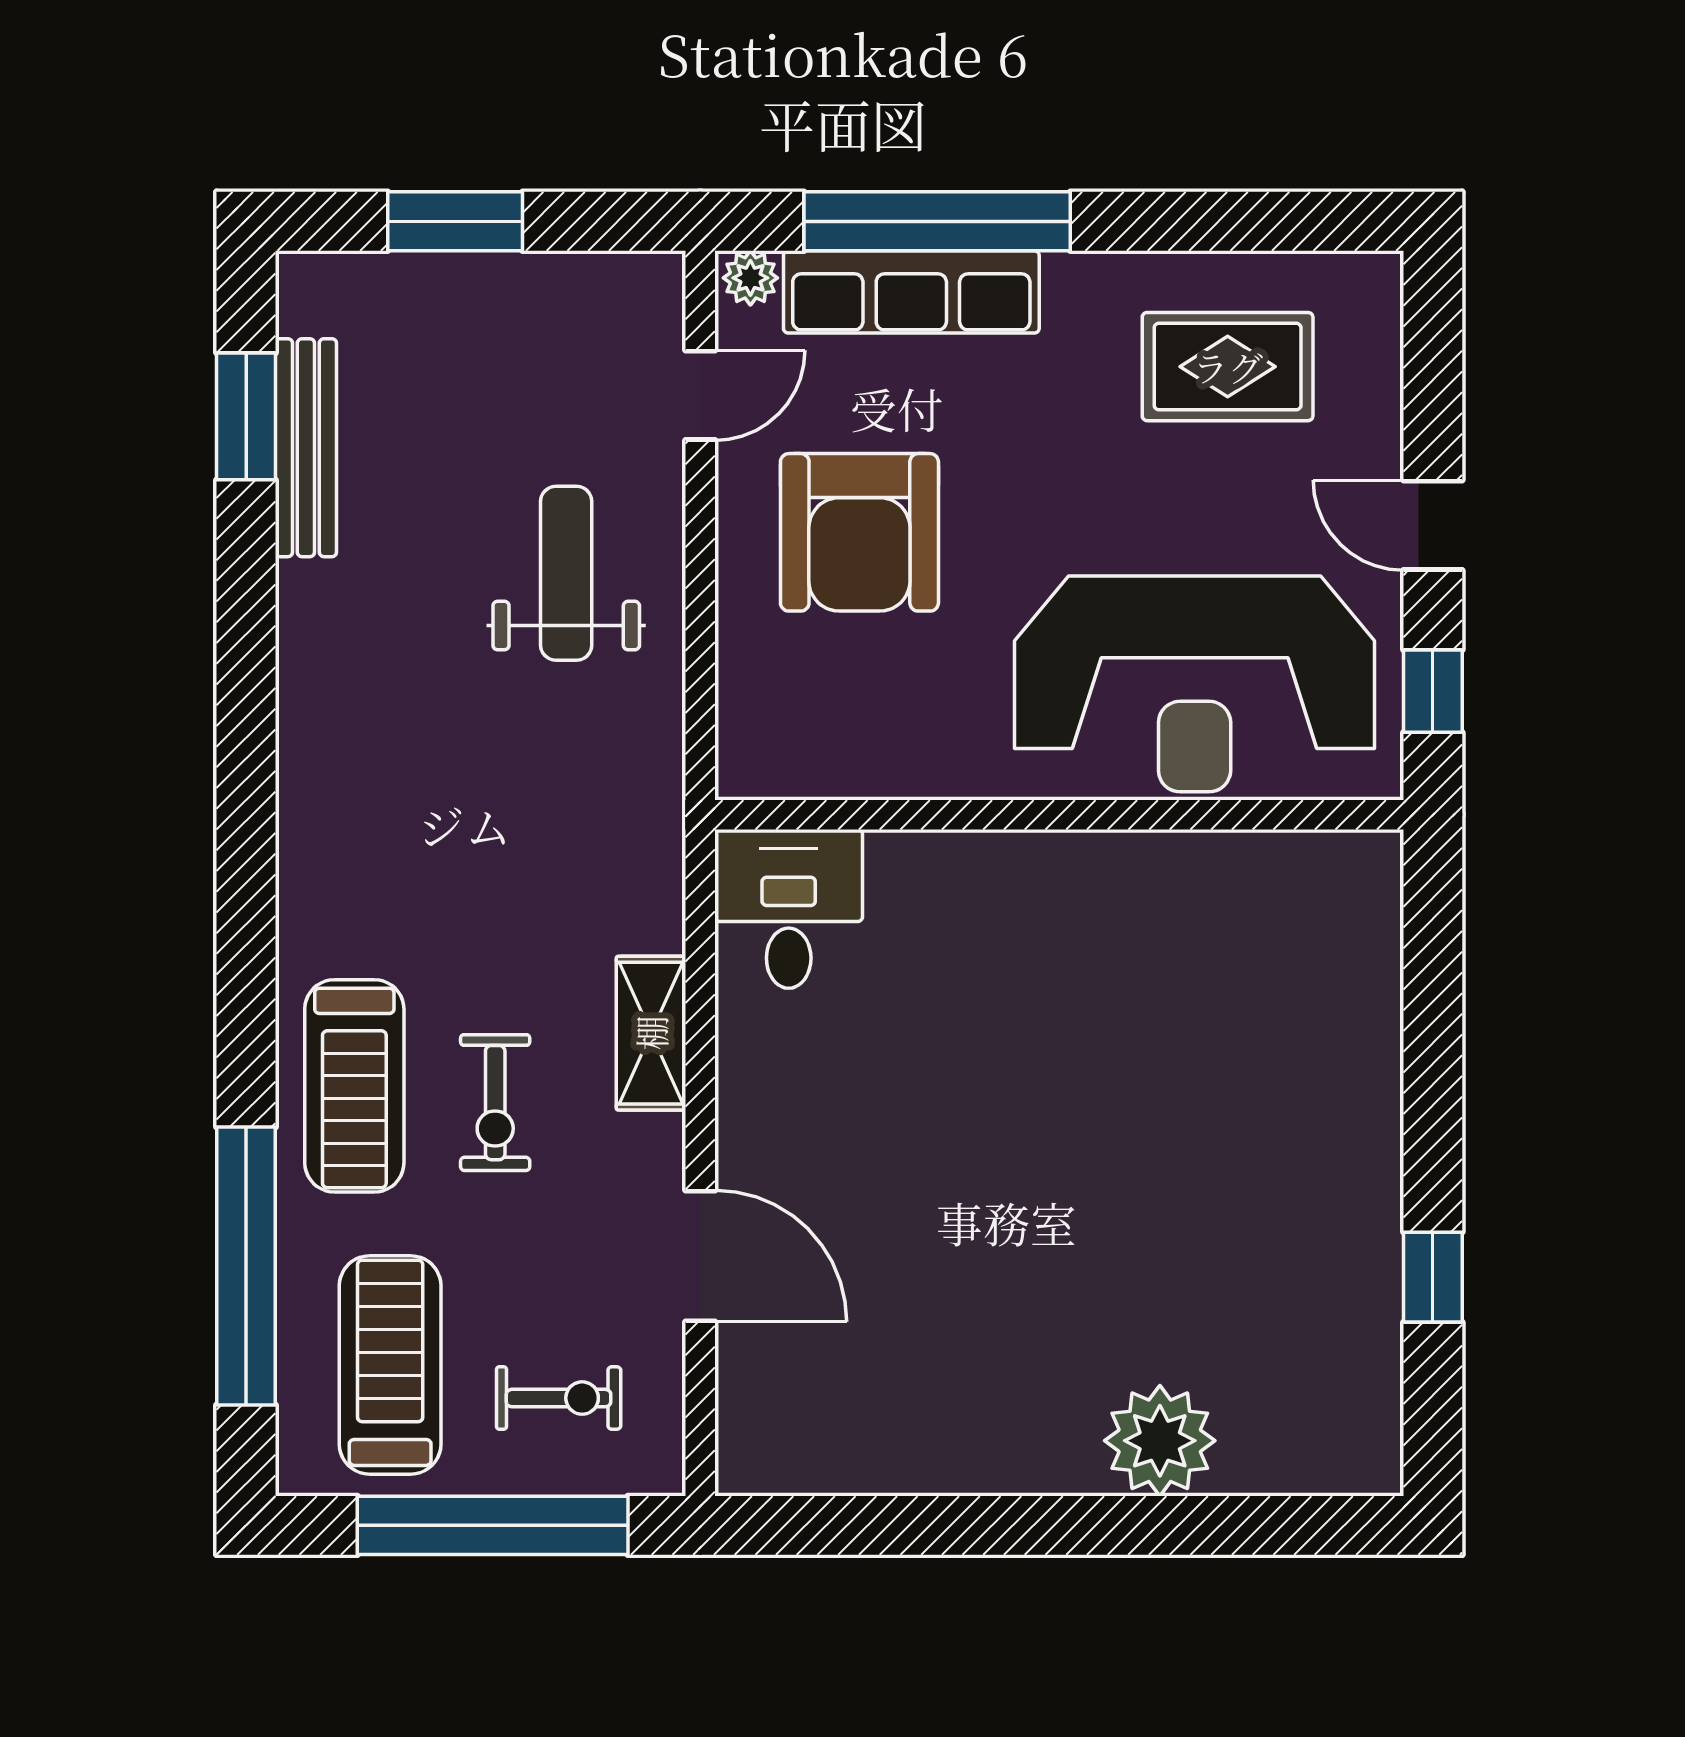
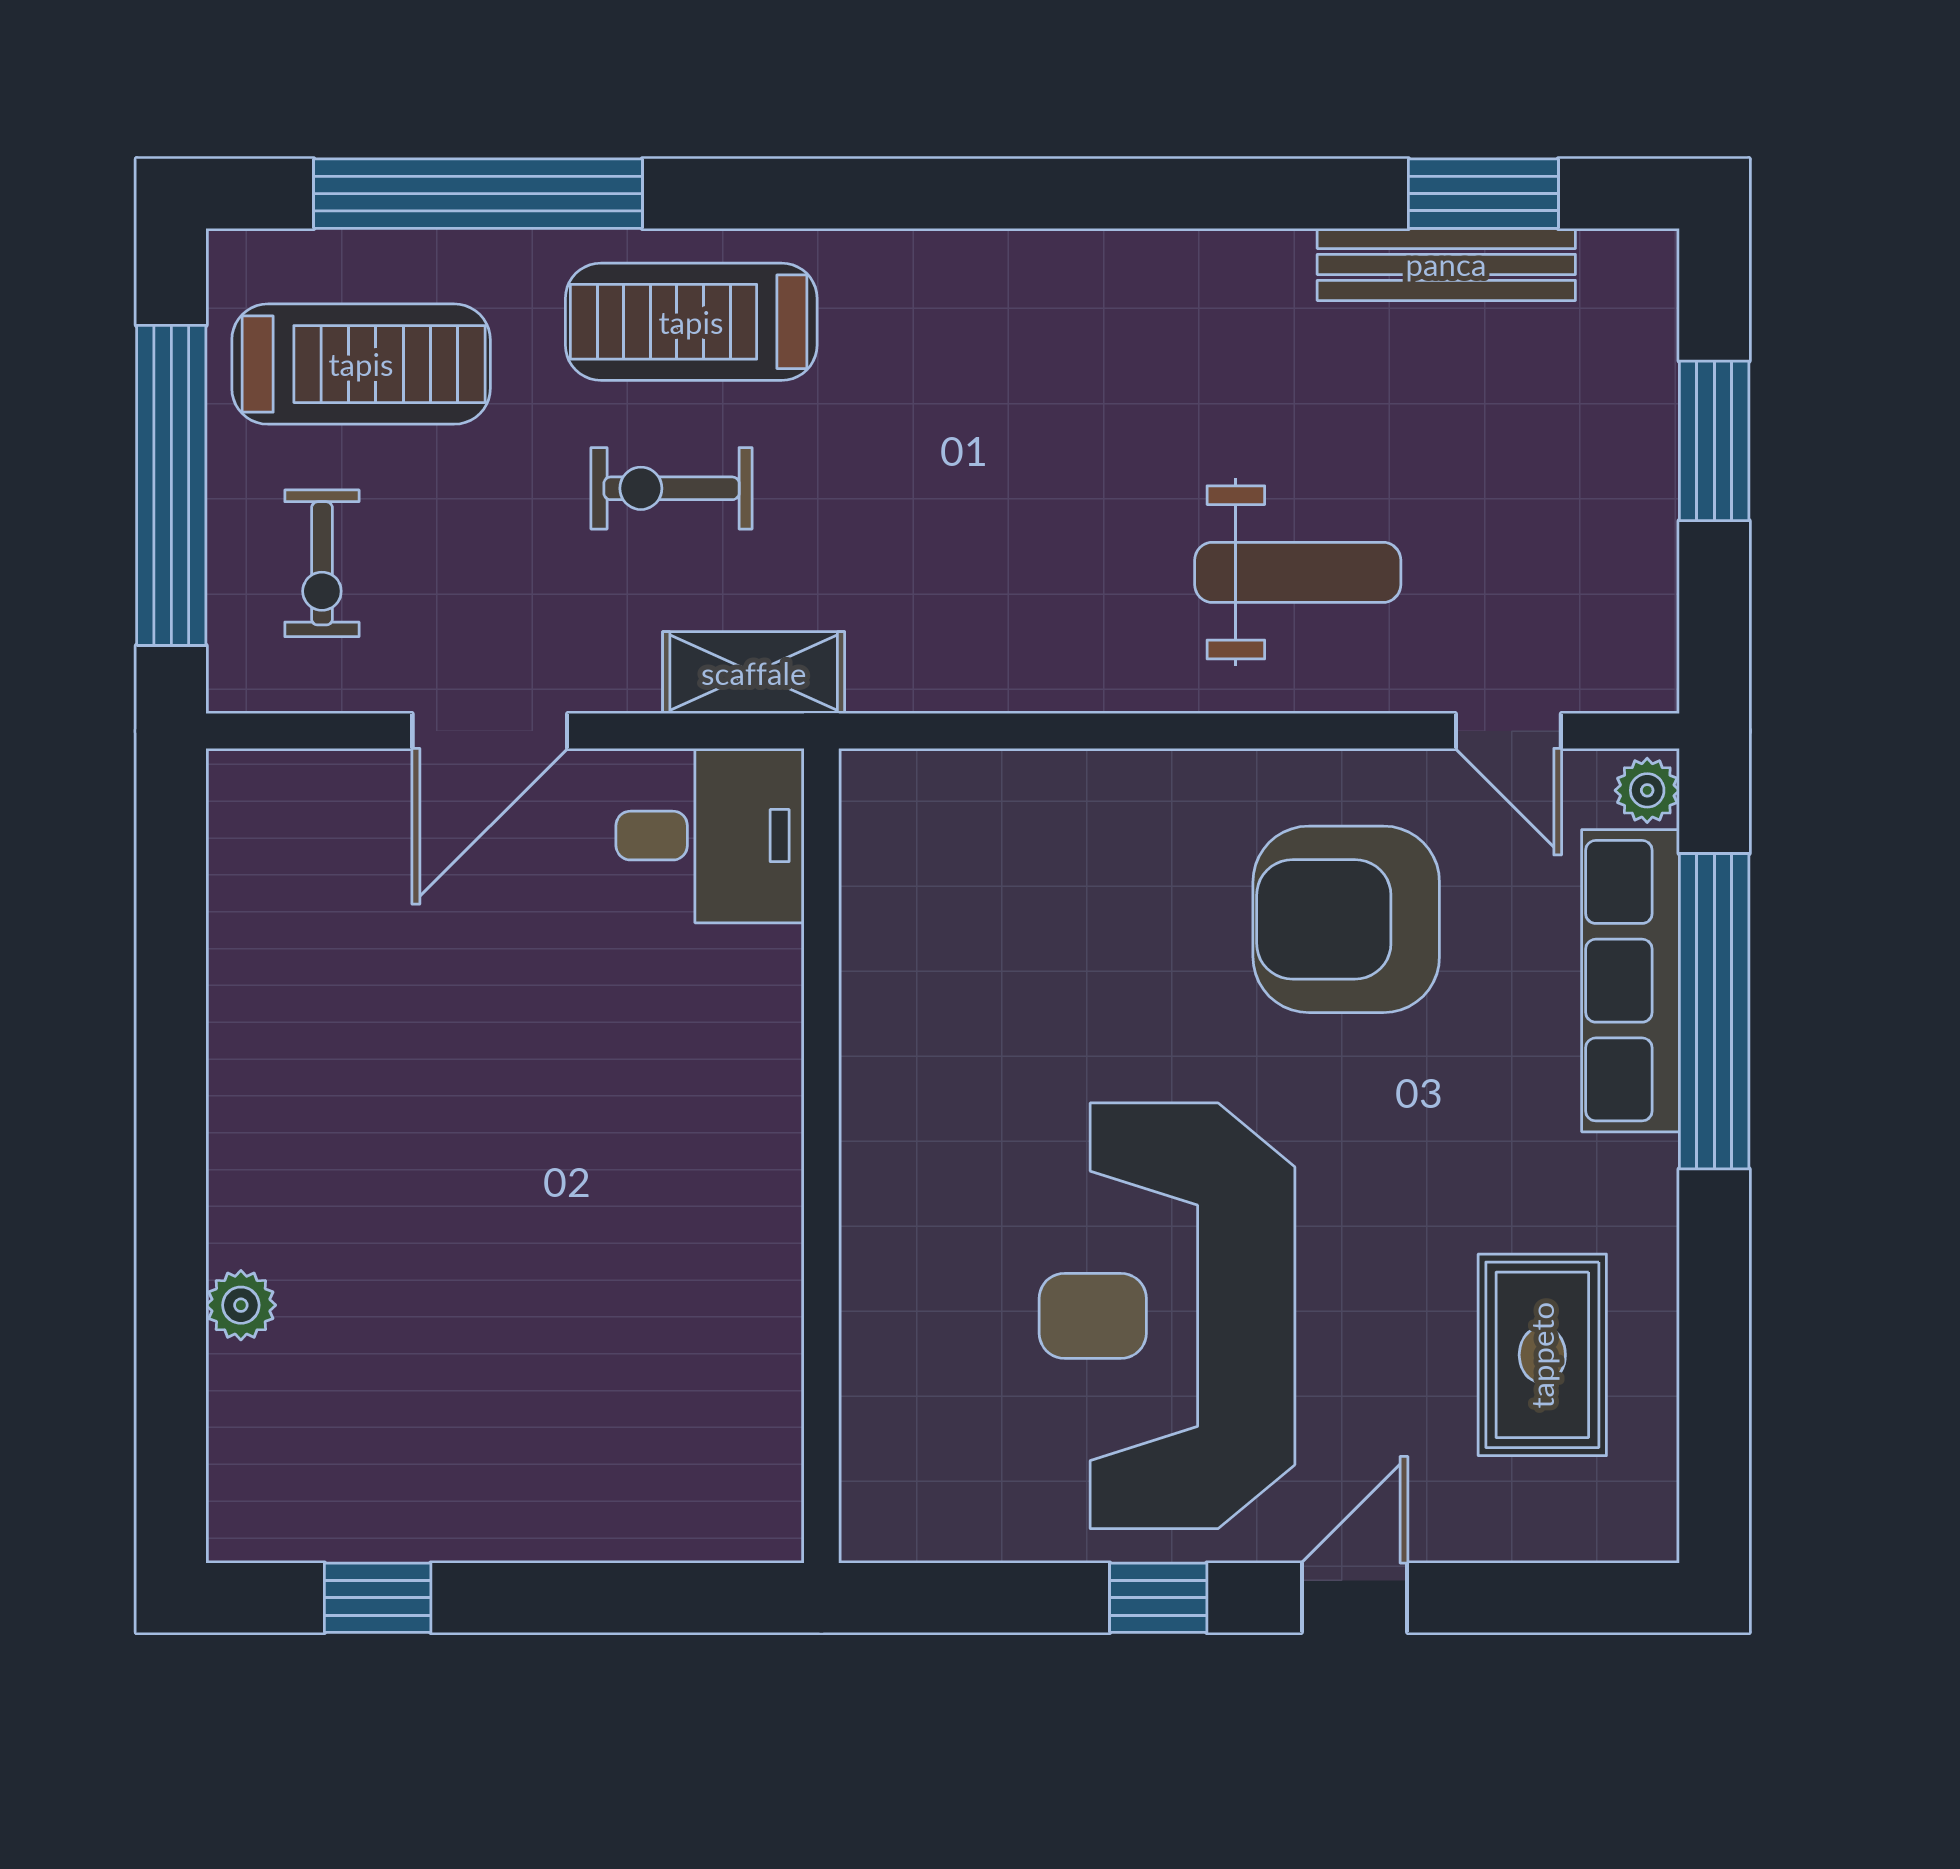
wall: (1059, 815) -> (821, 1156), moved
desk: (789, 909) -> (710, 836), moved
window: (1433, 1277) -> (378, 1598), moved
plant: (1160, 1441) -> (241, 1305), width x0.53, depth x0.53

